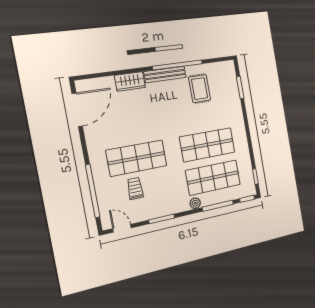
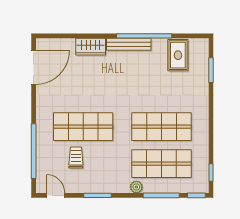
rug: (200, 89) -> (178, 55), moved

